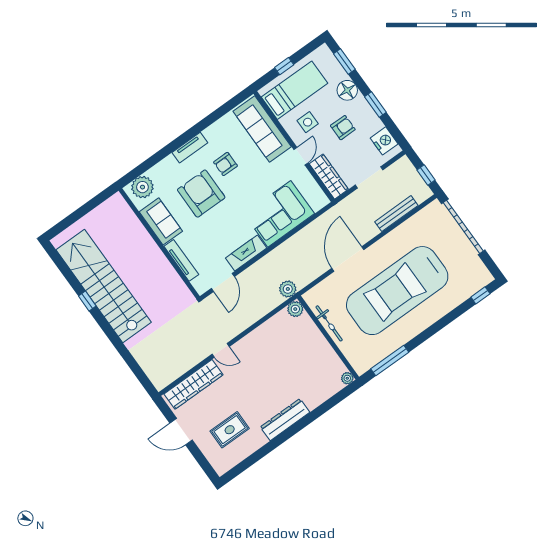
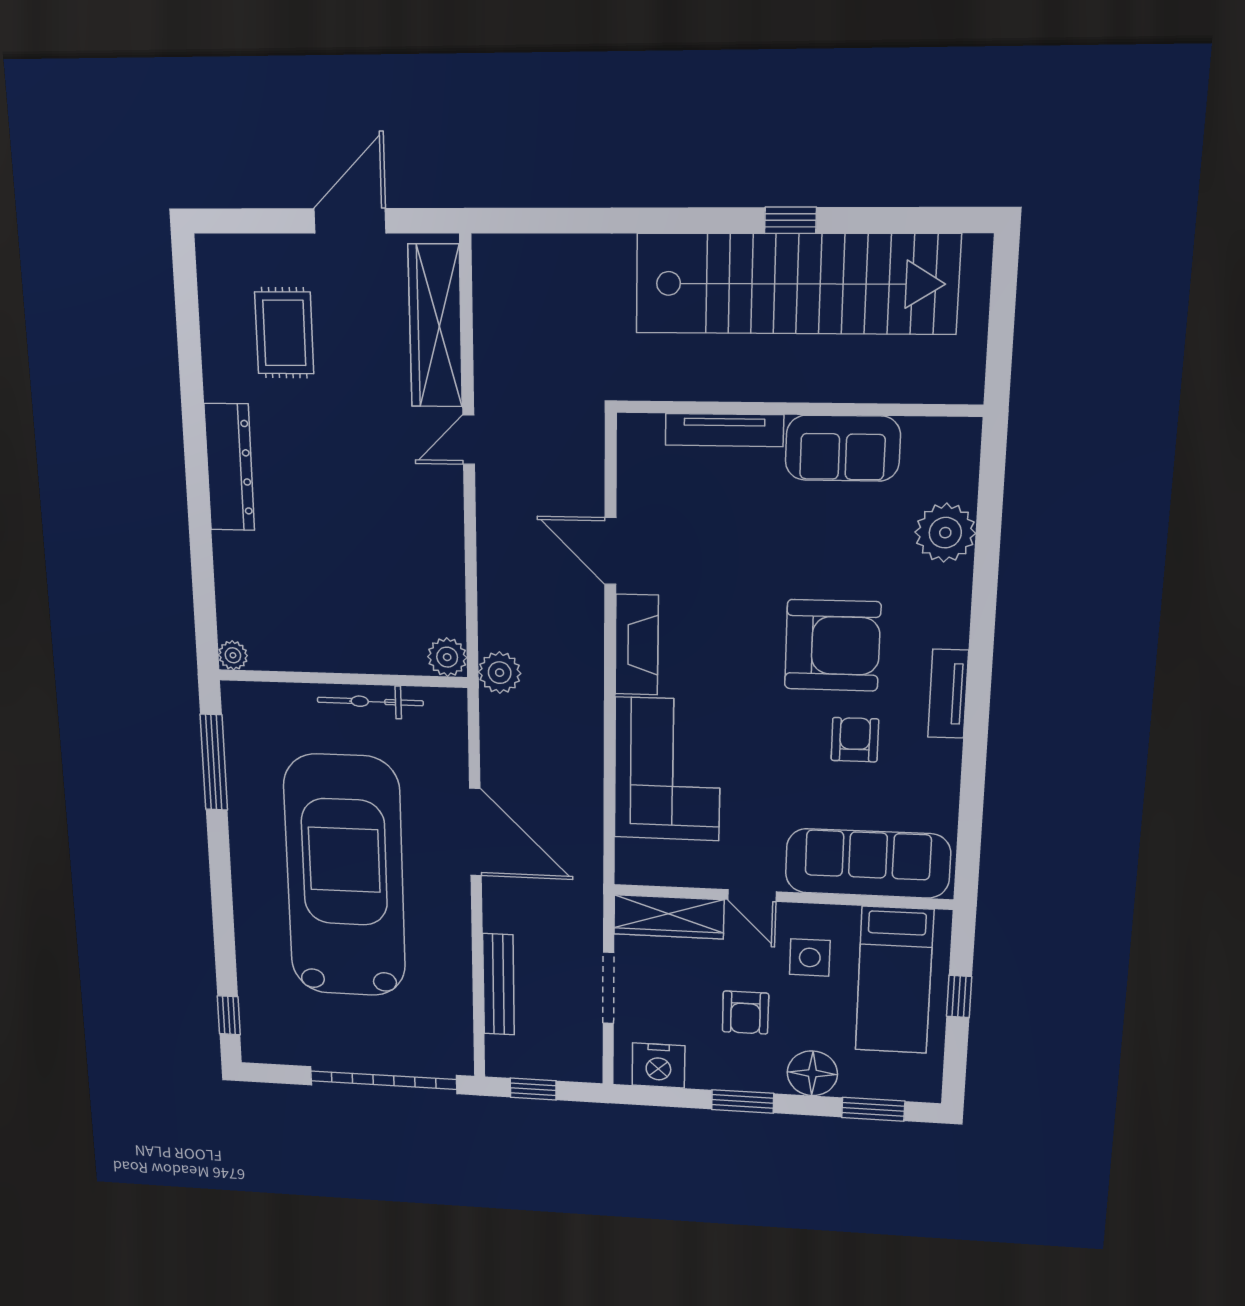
sofa: (161, 221) -> (843, 448), moved
wall: (159, 243) -> (798, 409), moved
tv unit: (181, 260) -> (724, 430), moved

